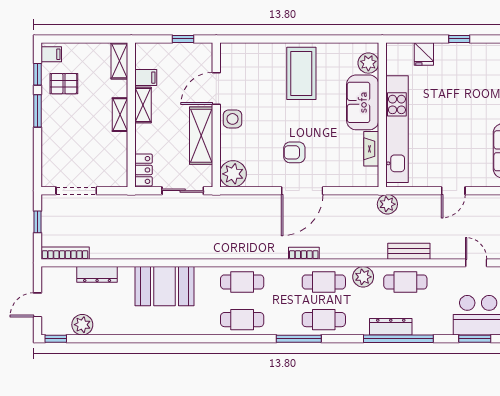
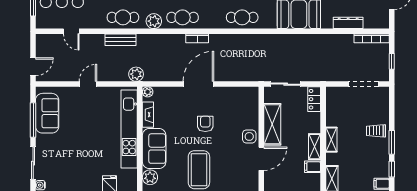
pallet: (64, 84) -> (372, 162), removed
trolley: (59, 127) -> (376, 131), added
armchair: (294, 152) -> (205, 124), moved, turned -90
plant: (233, 174) -> (148, 92), moved, width x0.53, depth x0.53

